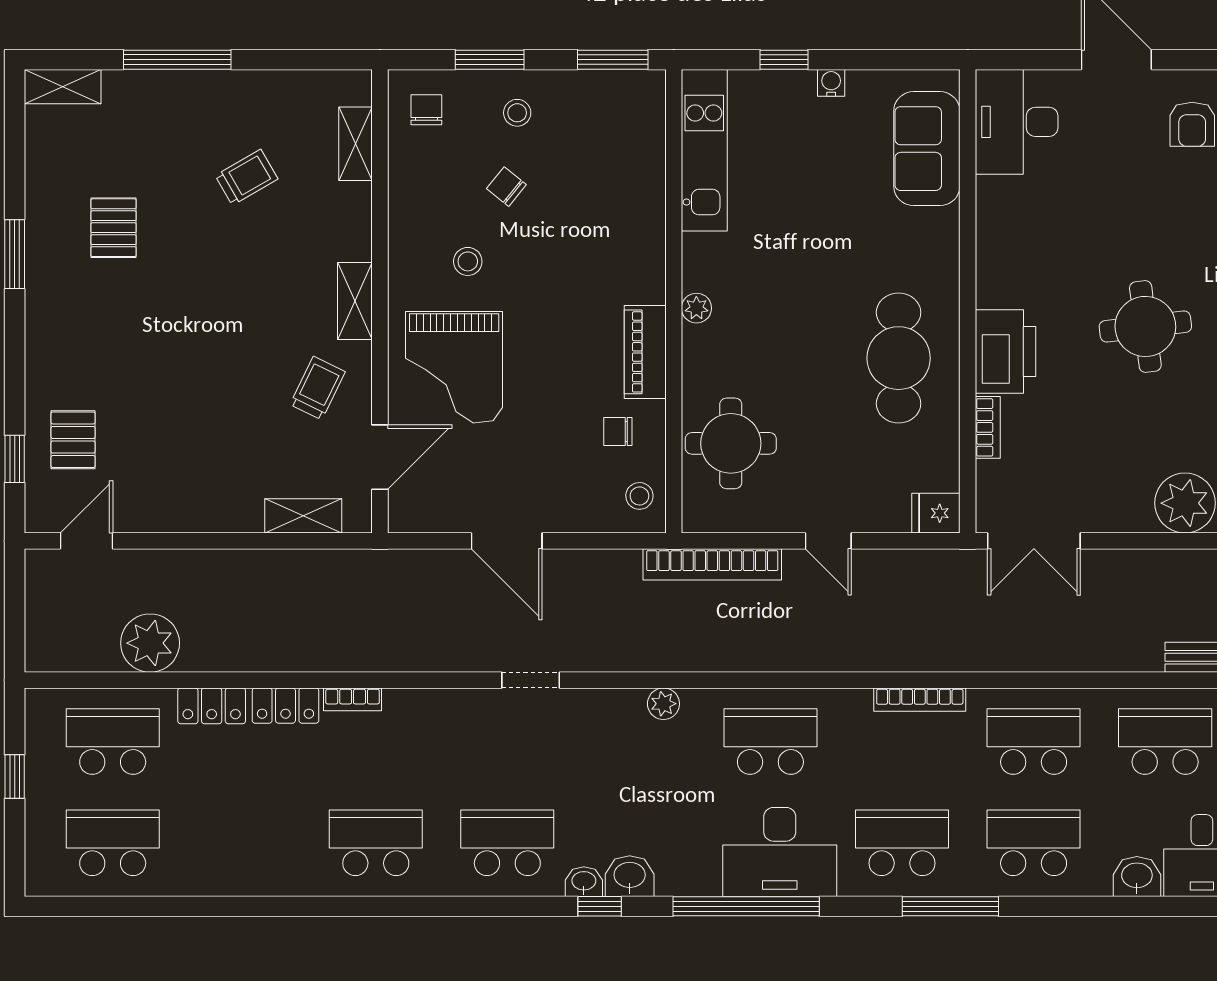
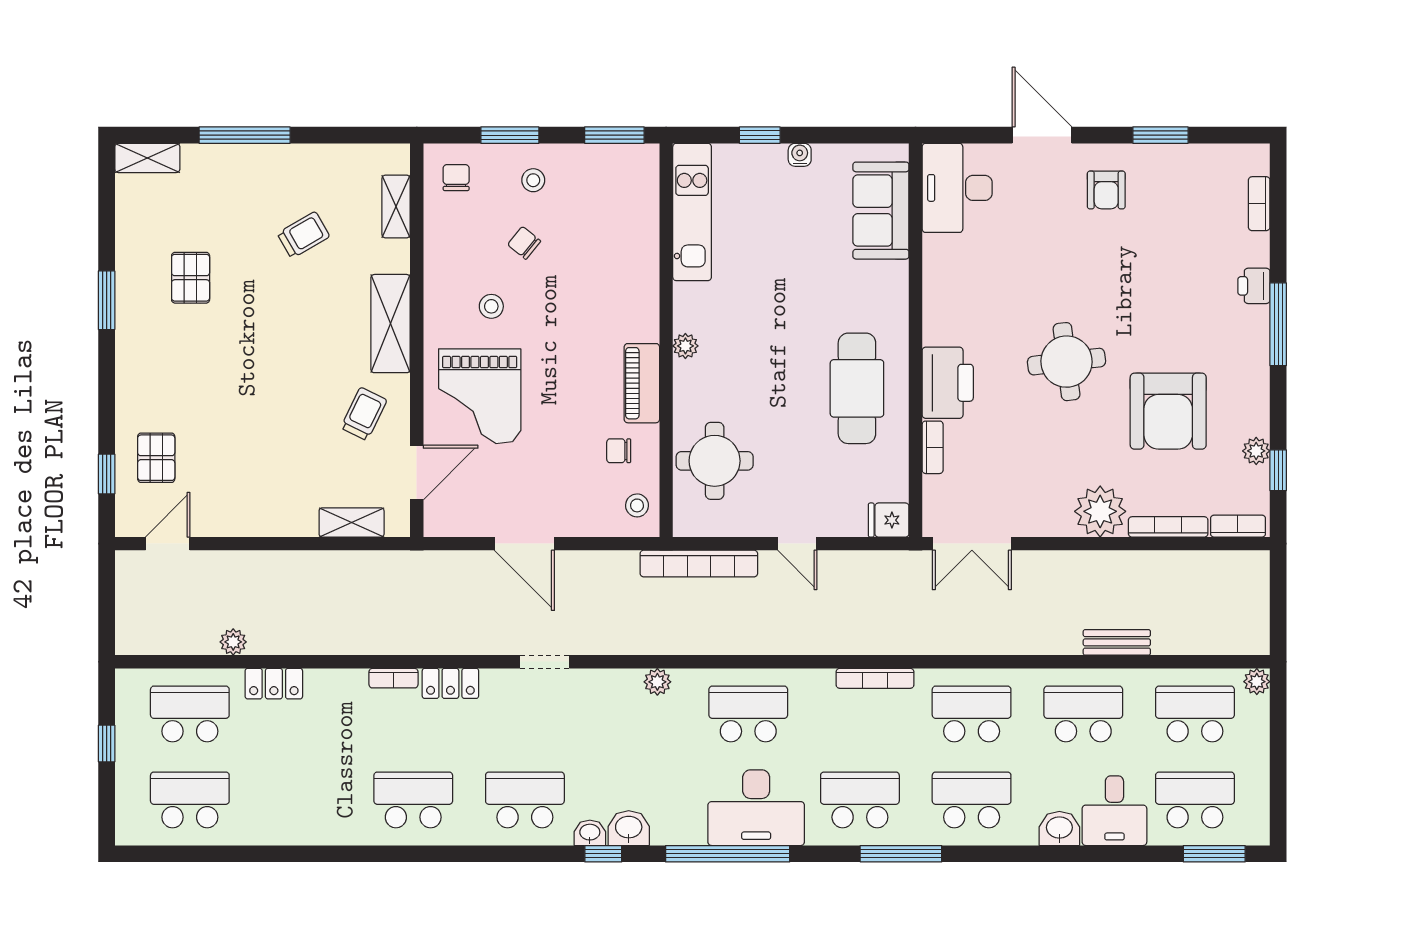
shelving: (355, 301) -> (391, 324), width x1.50, depth x1.33
plant: (150, 643) -> (233, 642), width x0.53, depth x0.53
locker: (285, 706) -> (450, 683), moved

